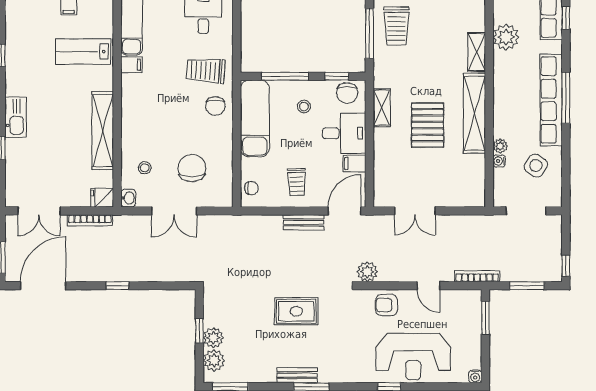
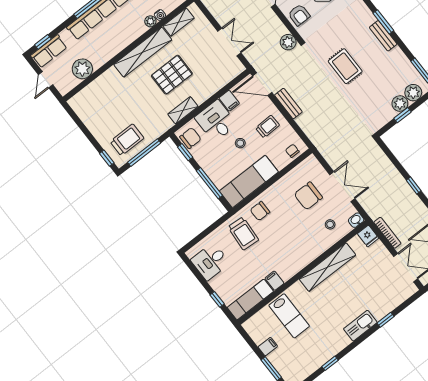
shelving: (477, 52) -> (179, 22), moved
chair: (215, 106) -> (260, 211), turned 180
stool: (304, 106) -> (240, 143), moved

